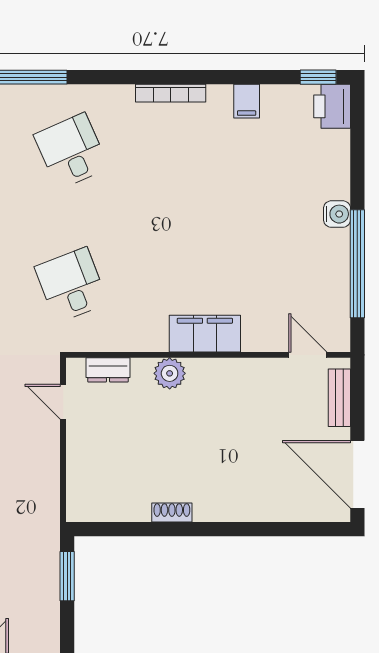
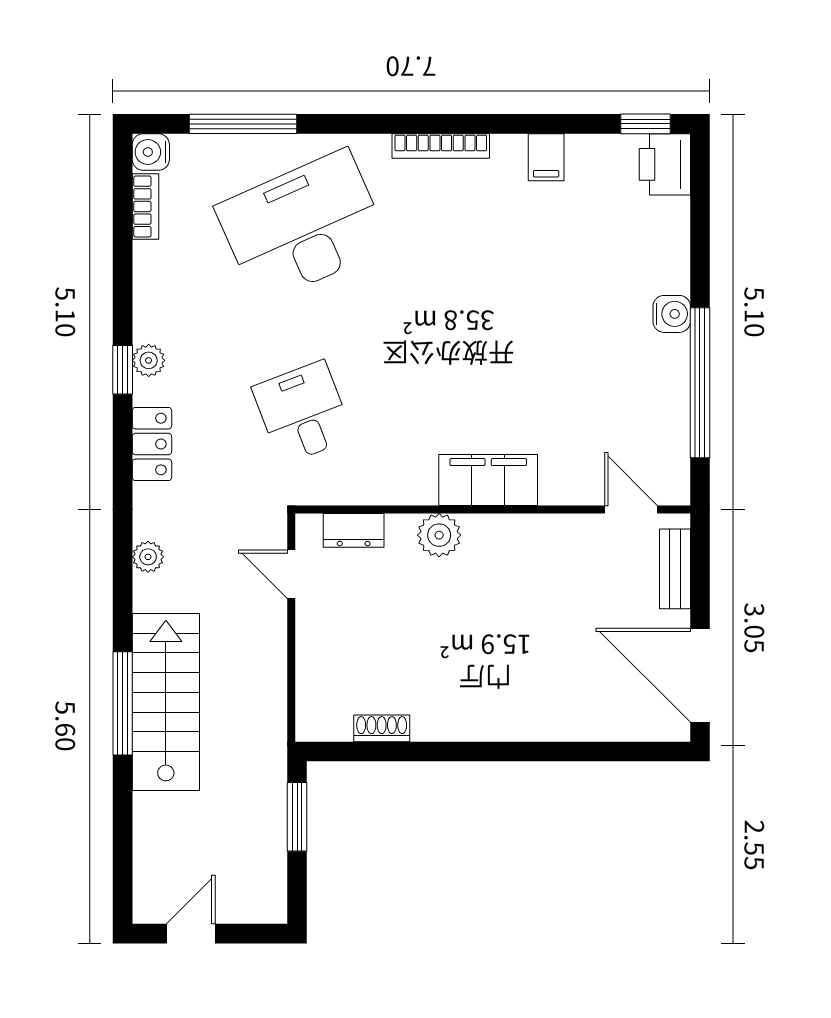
desk: (71, 151) -> (303, 227), width x1.87, depth x1.30
shoe rack: (172, 512) -> (382, 728), moved

